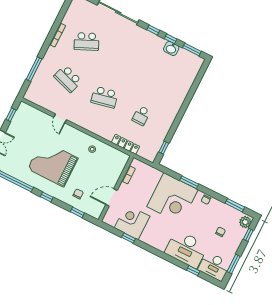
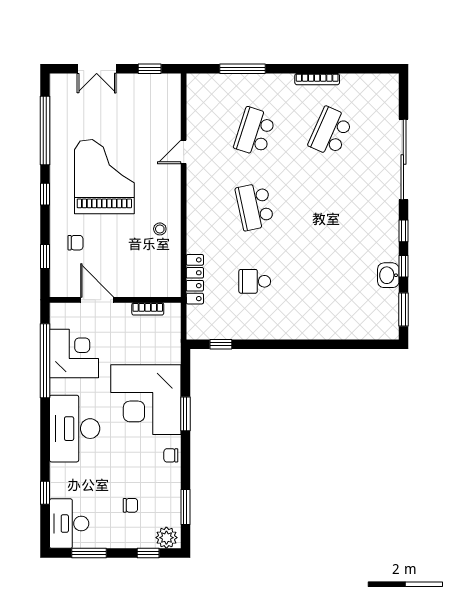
school desk: (87, 41) -> (330, 132), turned 48
window: (128, 238) -> (45, 361), width x3.17
desk: (186, 249) -> (75, 429), moved

